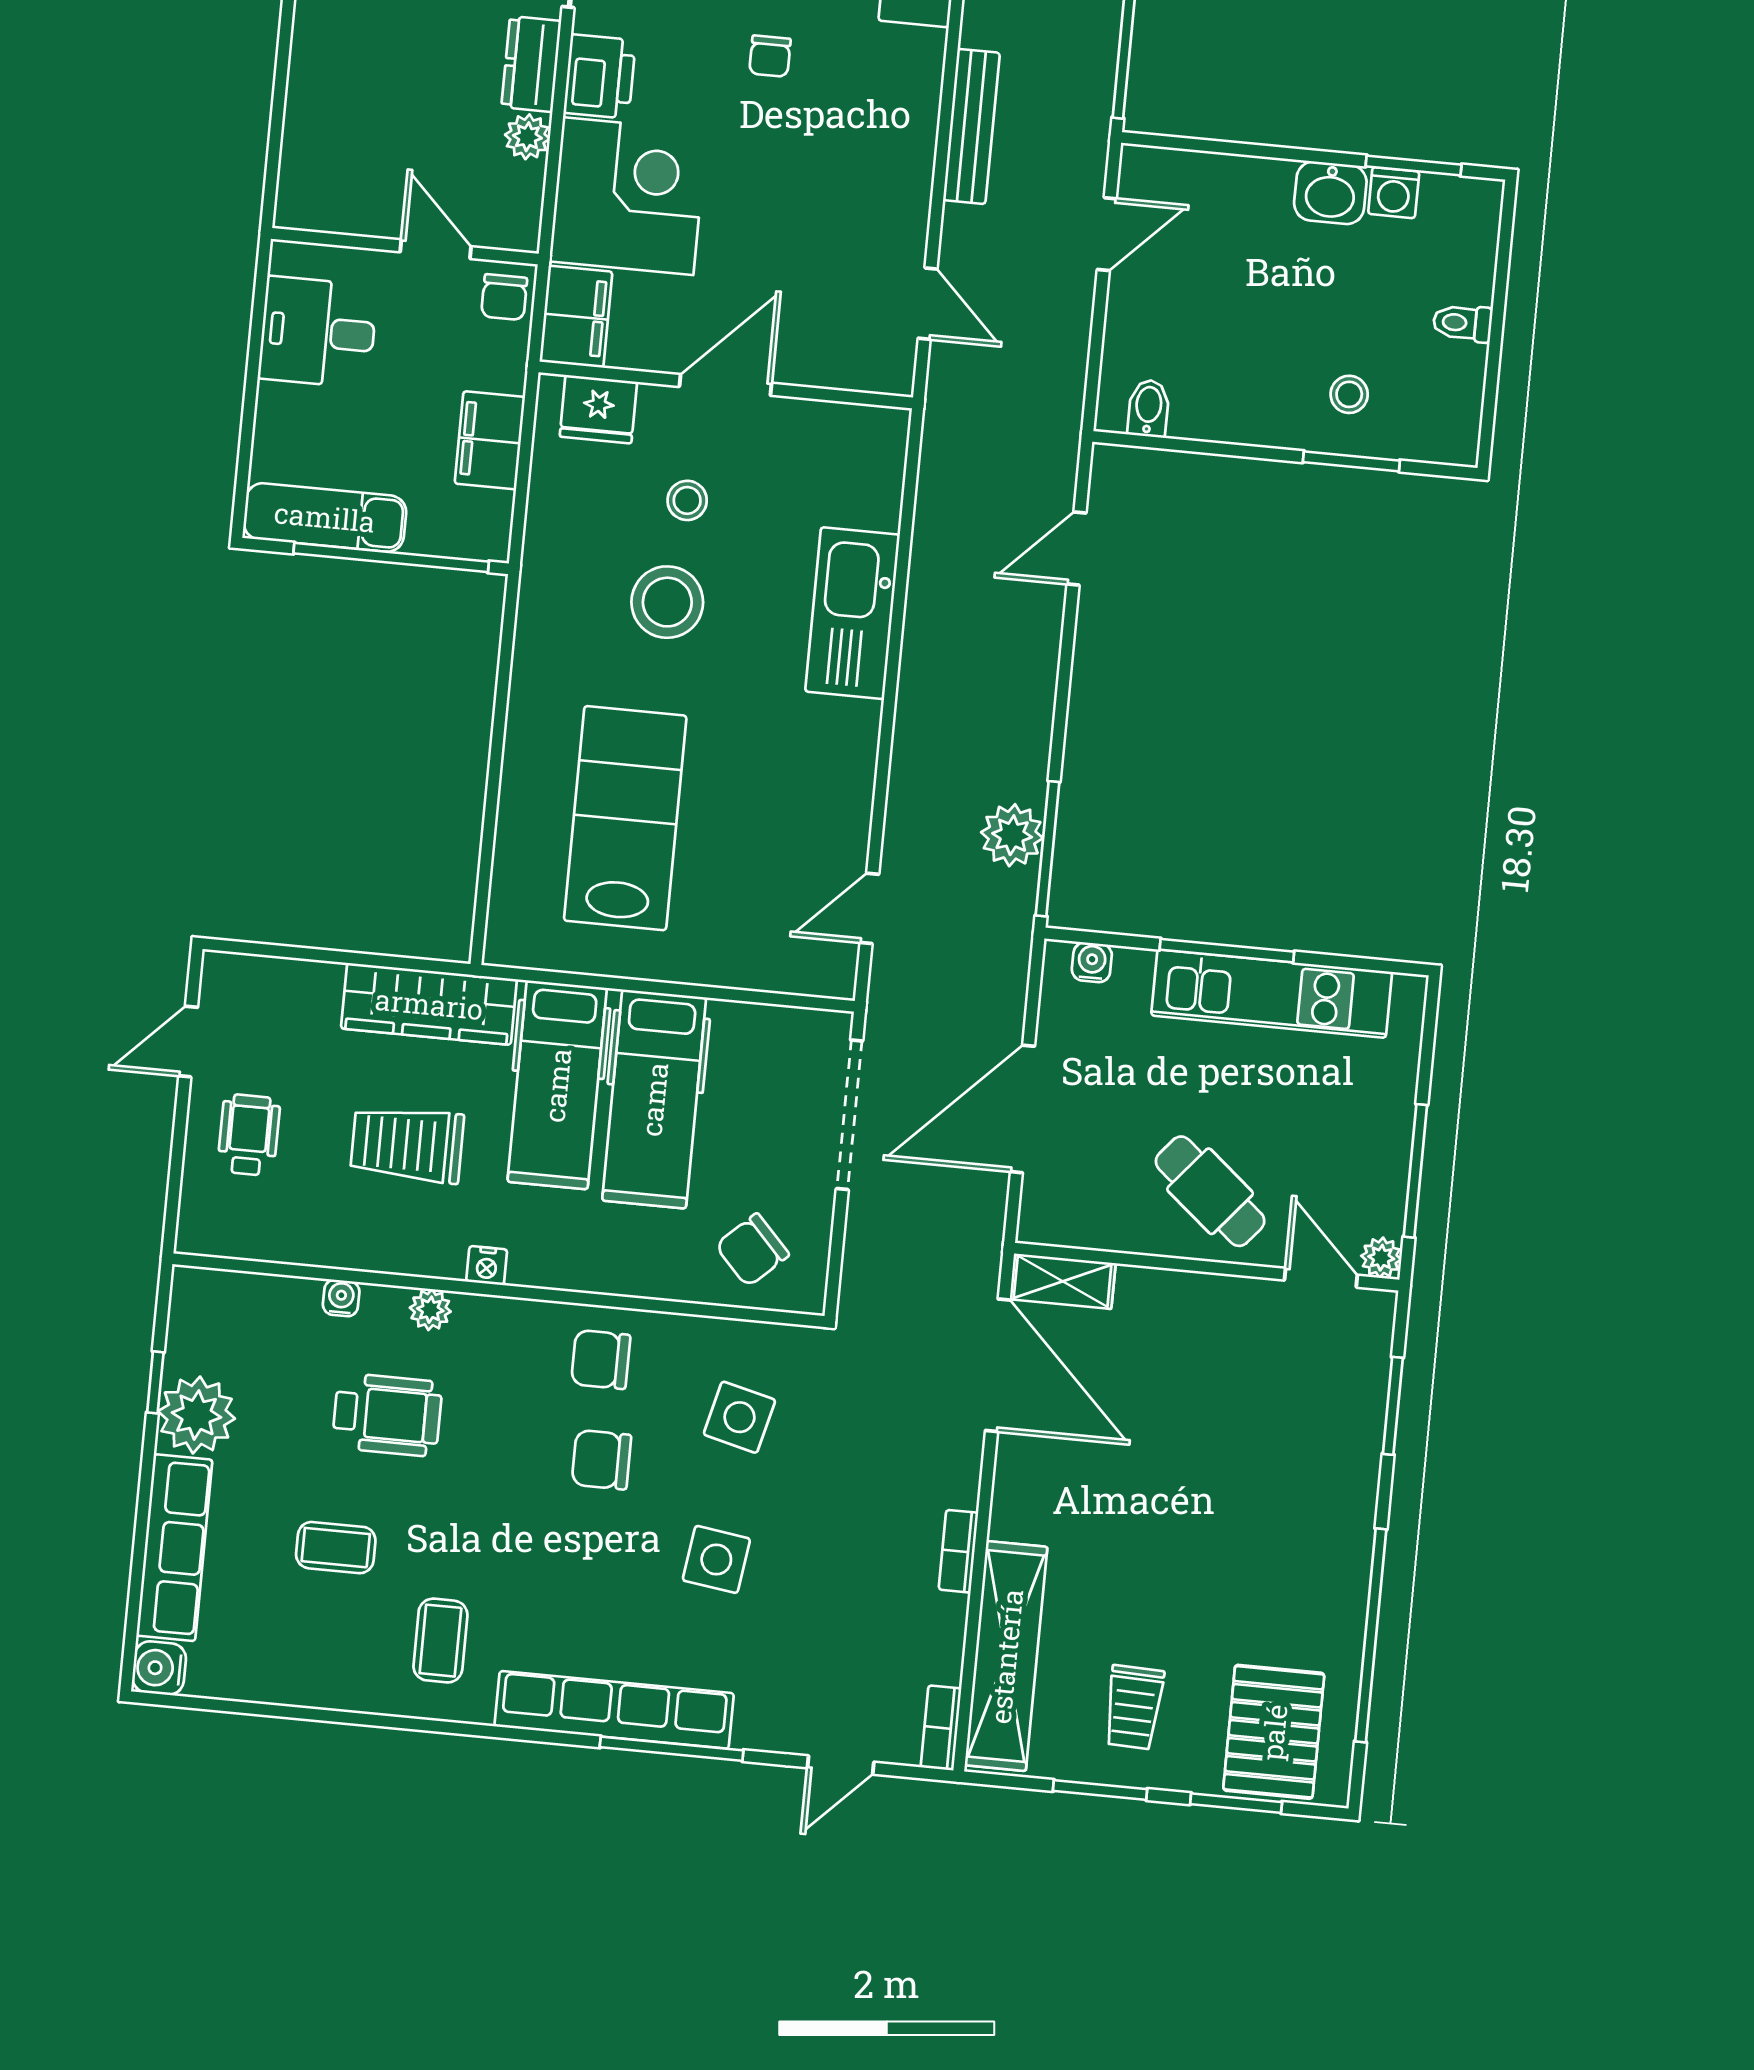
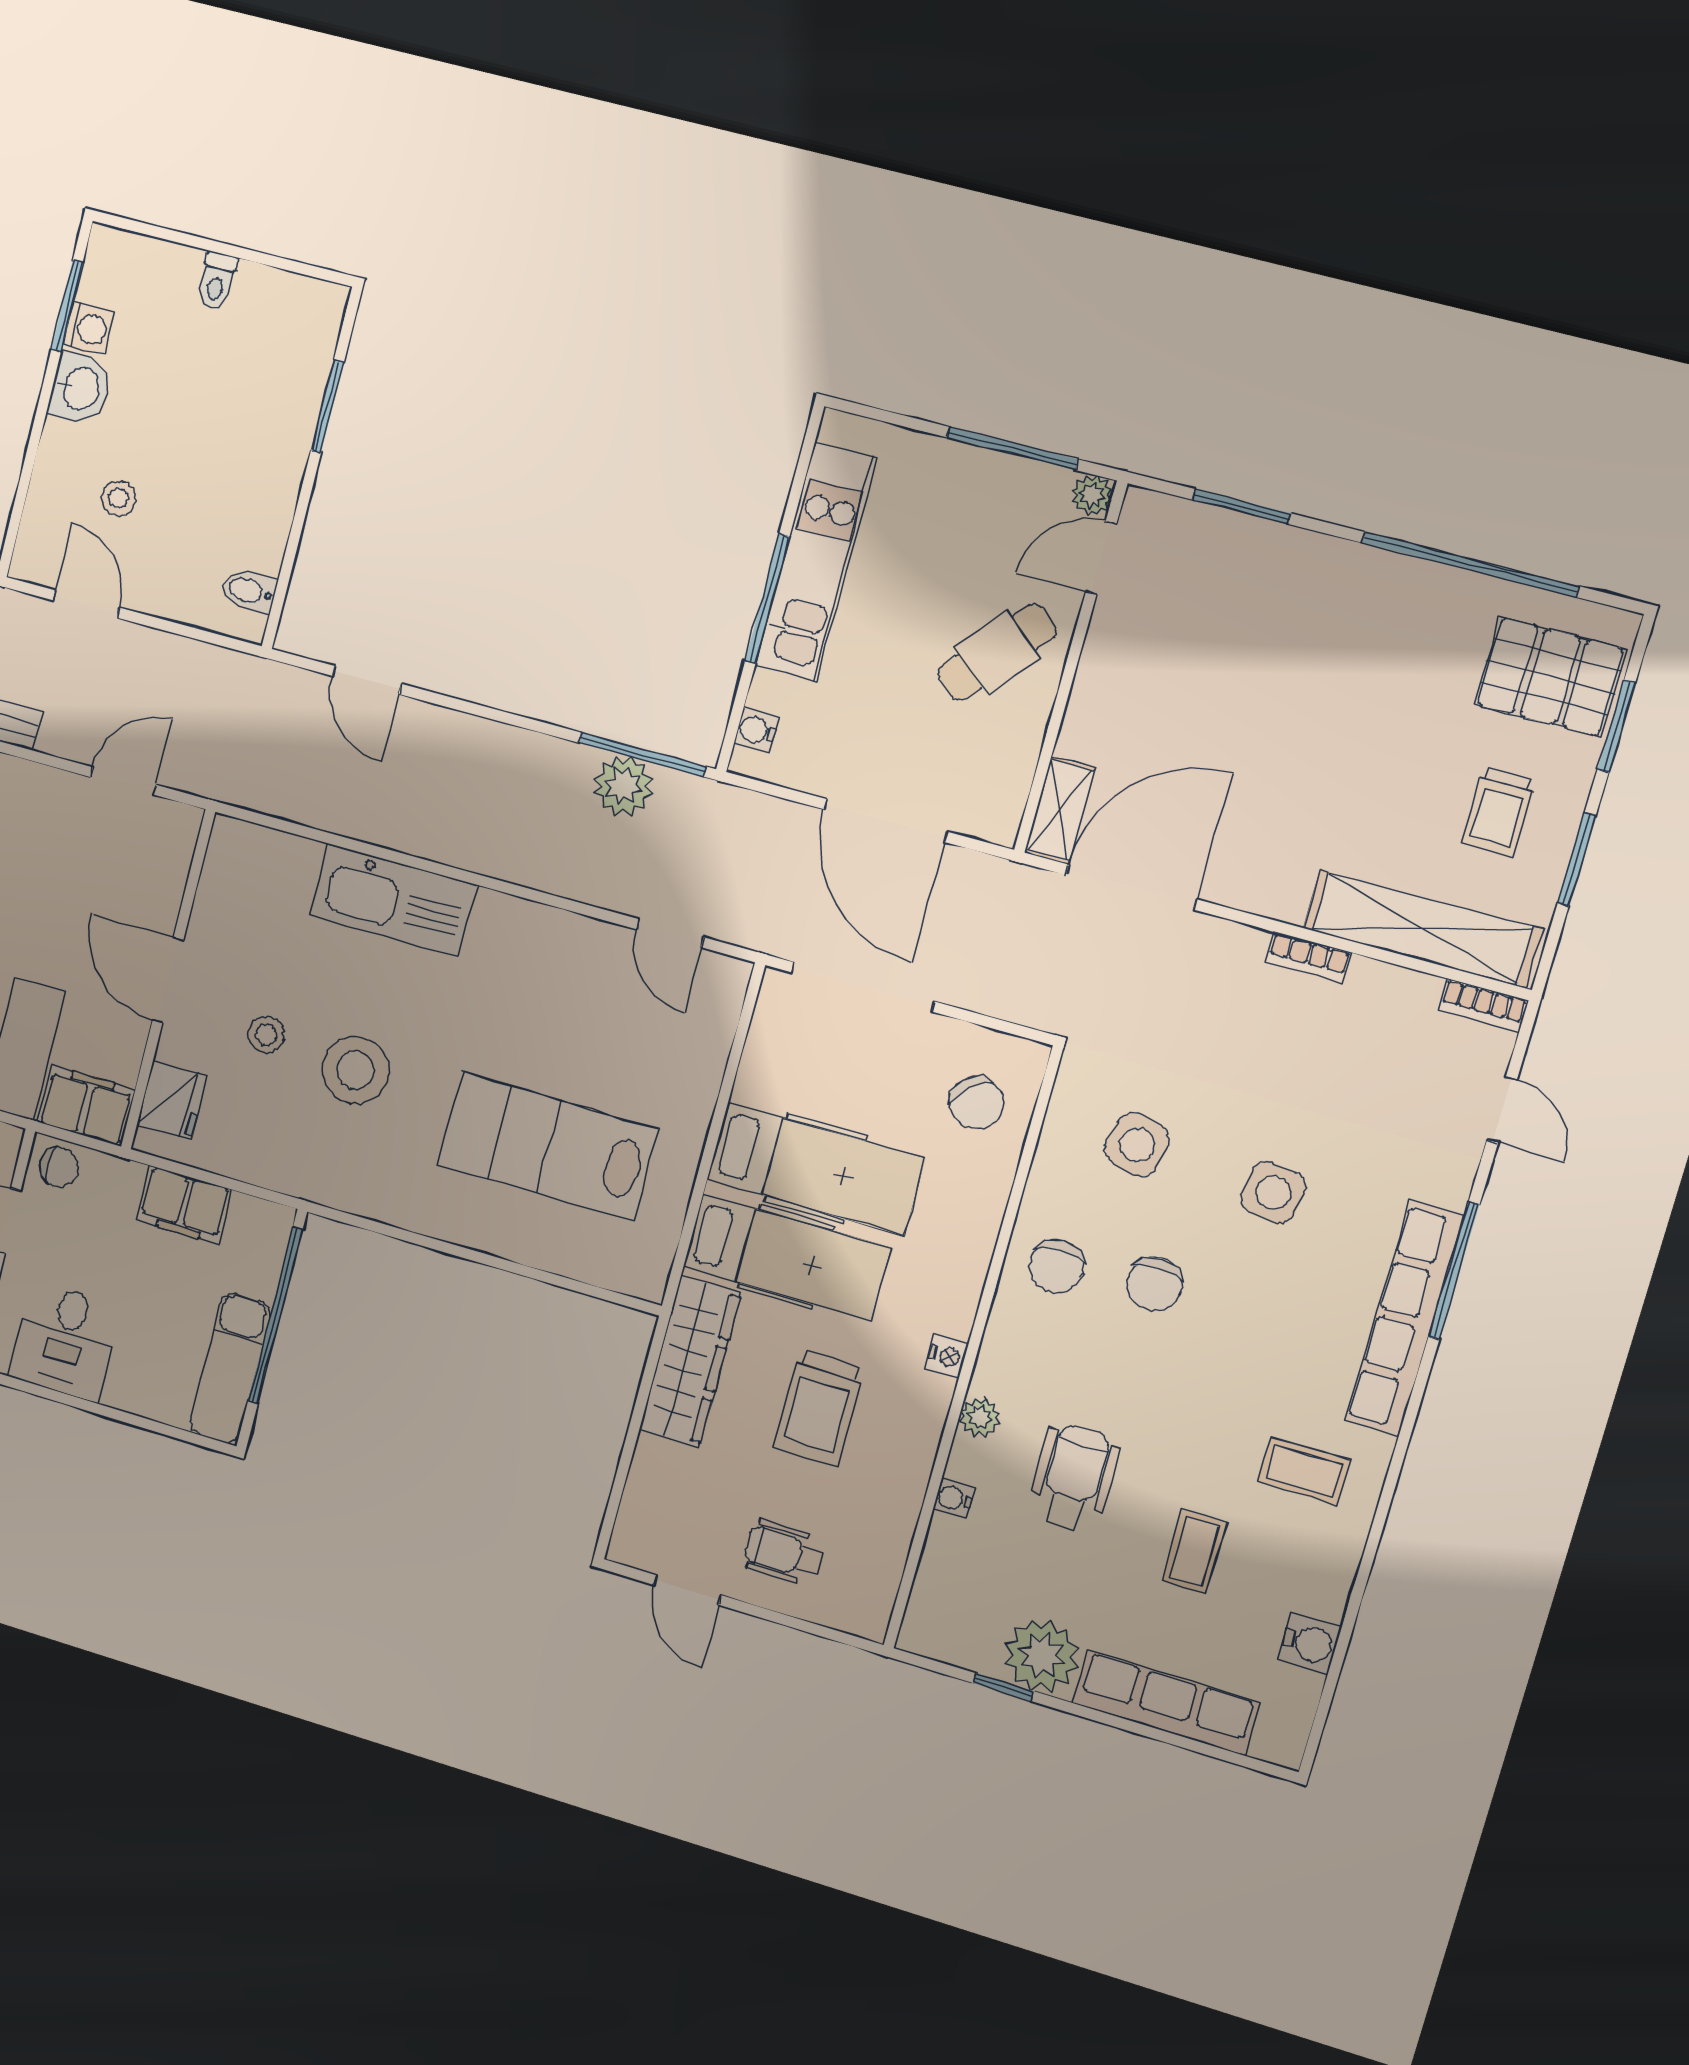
stool: (1349, 394) -> (118, 498), moved
water cooler: (159, 1668) -> (1310, 1643), moved, turned -90
trolley: (1134, 1707) -> (1499, 812), turned 88

